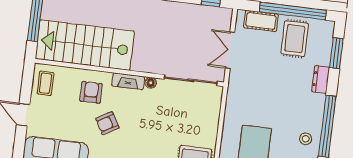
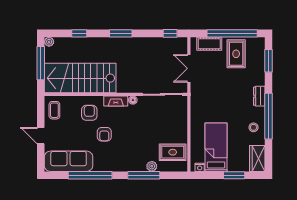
dresser: (321, 79) -> (259, 96), moved
armchair: (107, 123) -> (104, 134), turned -60

